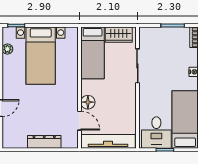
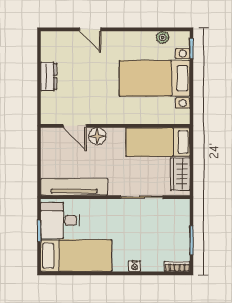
door: (79, 121) -> (75, 126), hinge flipped
tv unit: (108, 141) -> (74, 187), moved, turned -90
dresser: (44, 142) -> (49, 76), width x0.70

